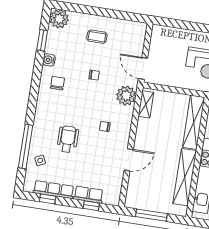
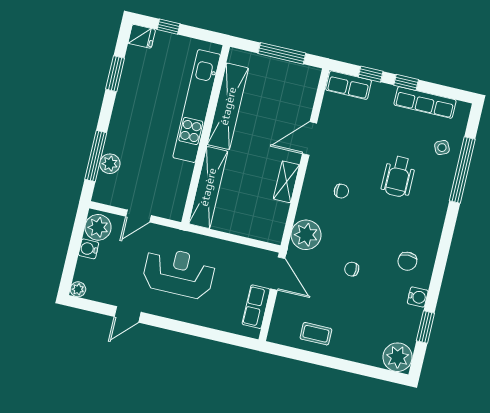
coffee table: (97, 37) -> (316, 334), moved
row of seats: (156, 45) -> (256, 307), added
shelving: (146, 104) -> (286, 182), moved
row of seats: (88, 195) -> (349, 85), moved
window: (48, 199) -> (406, 82), moved

